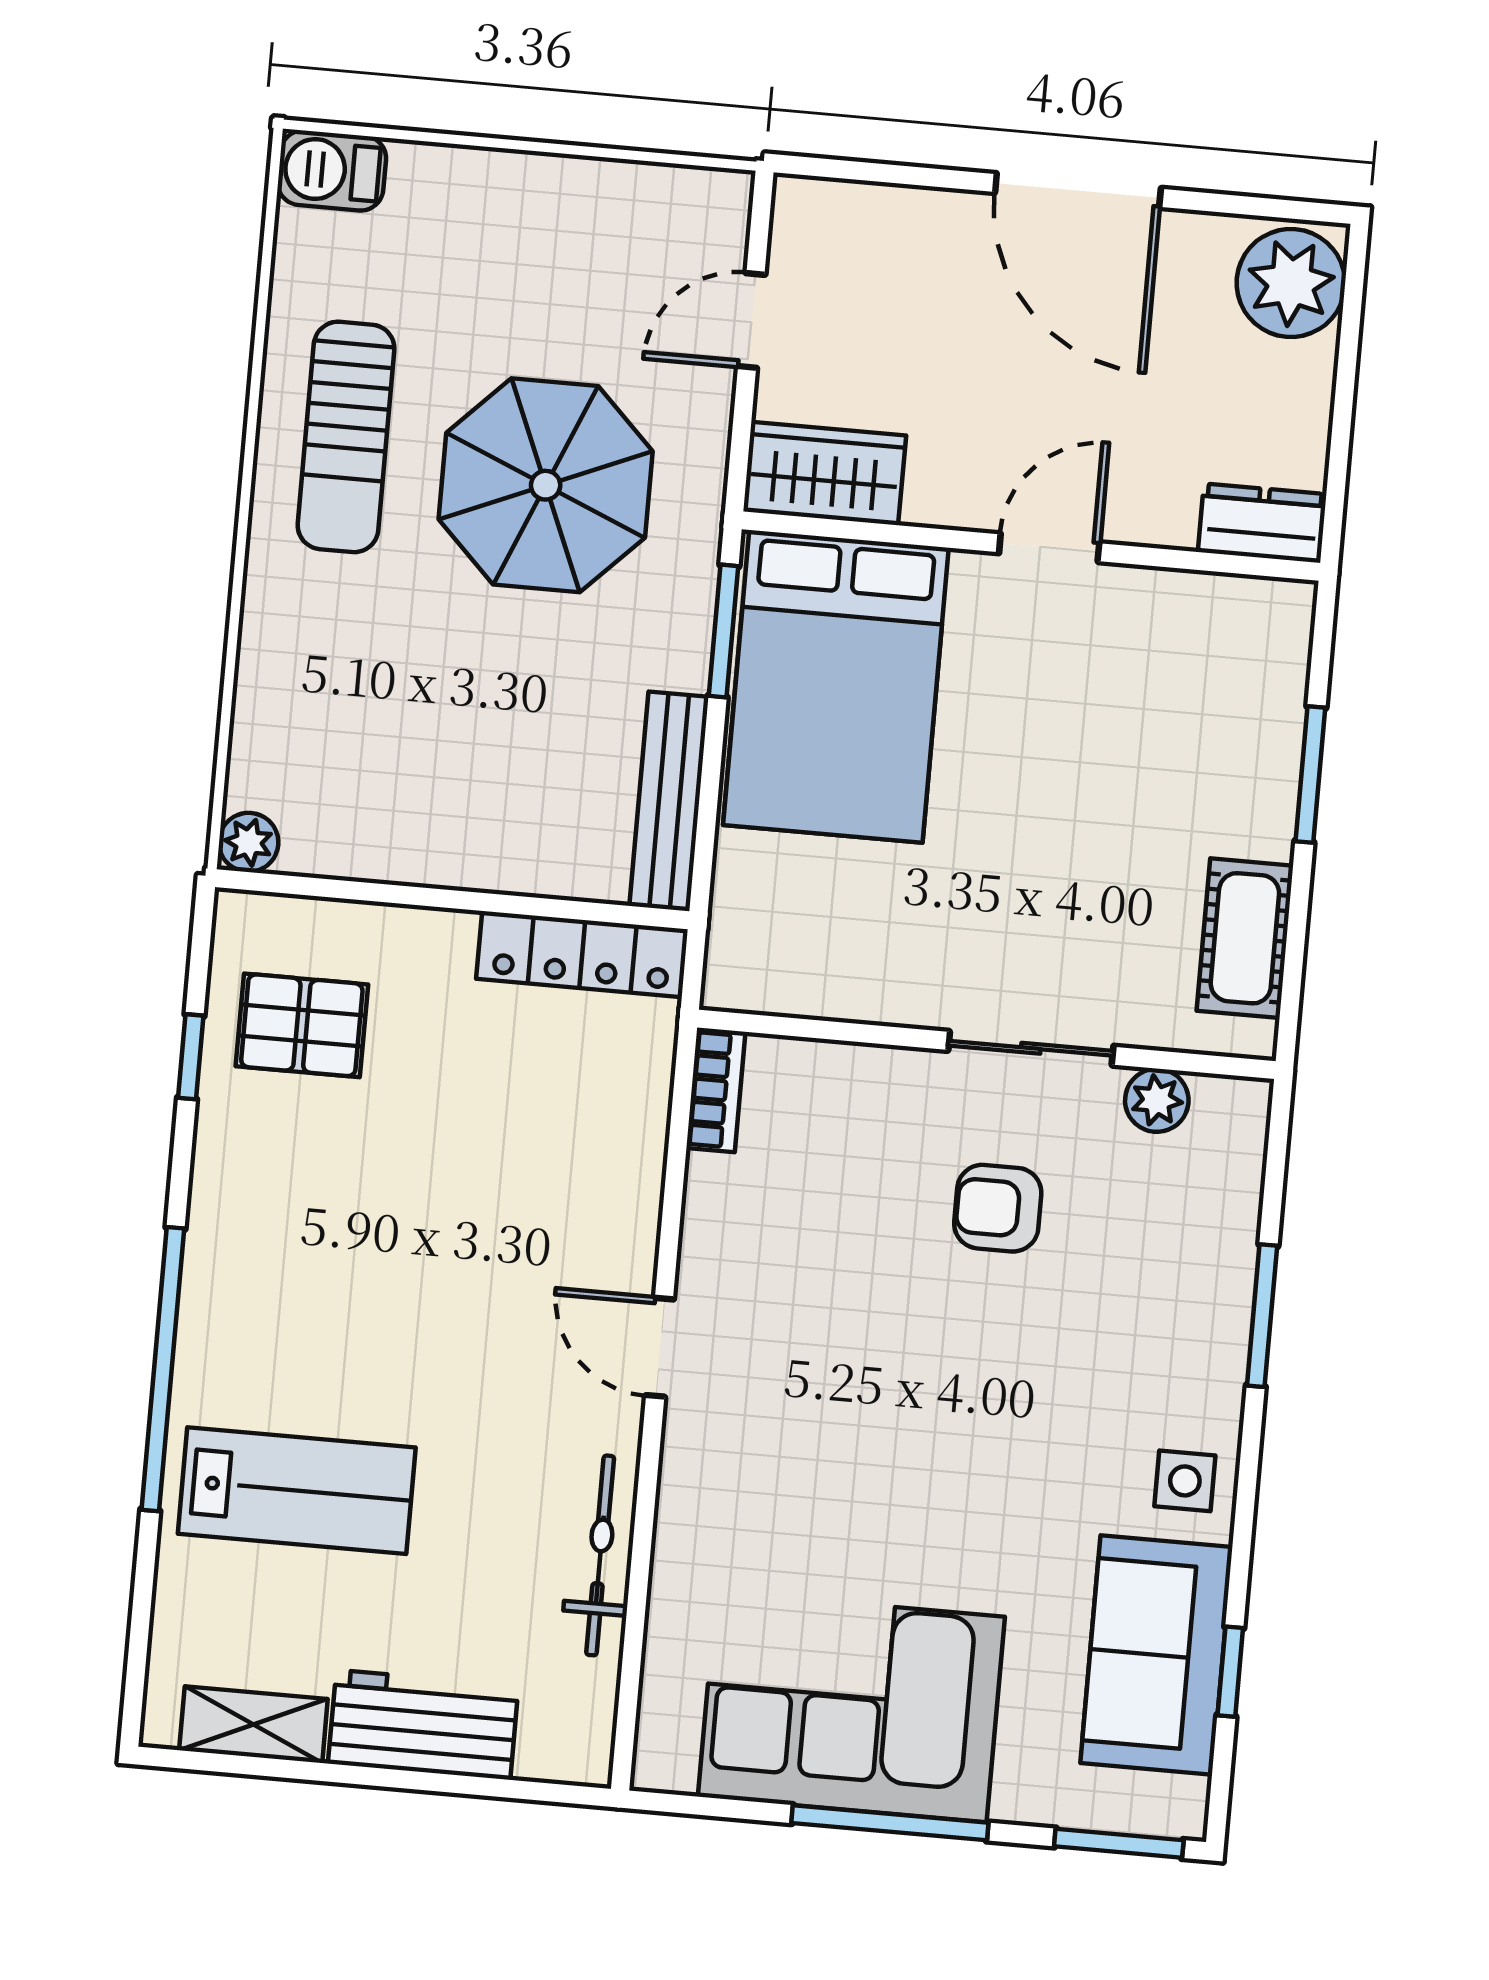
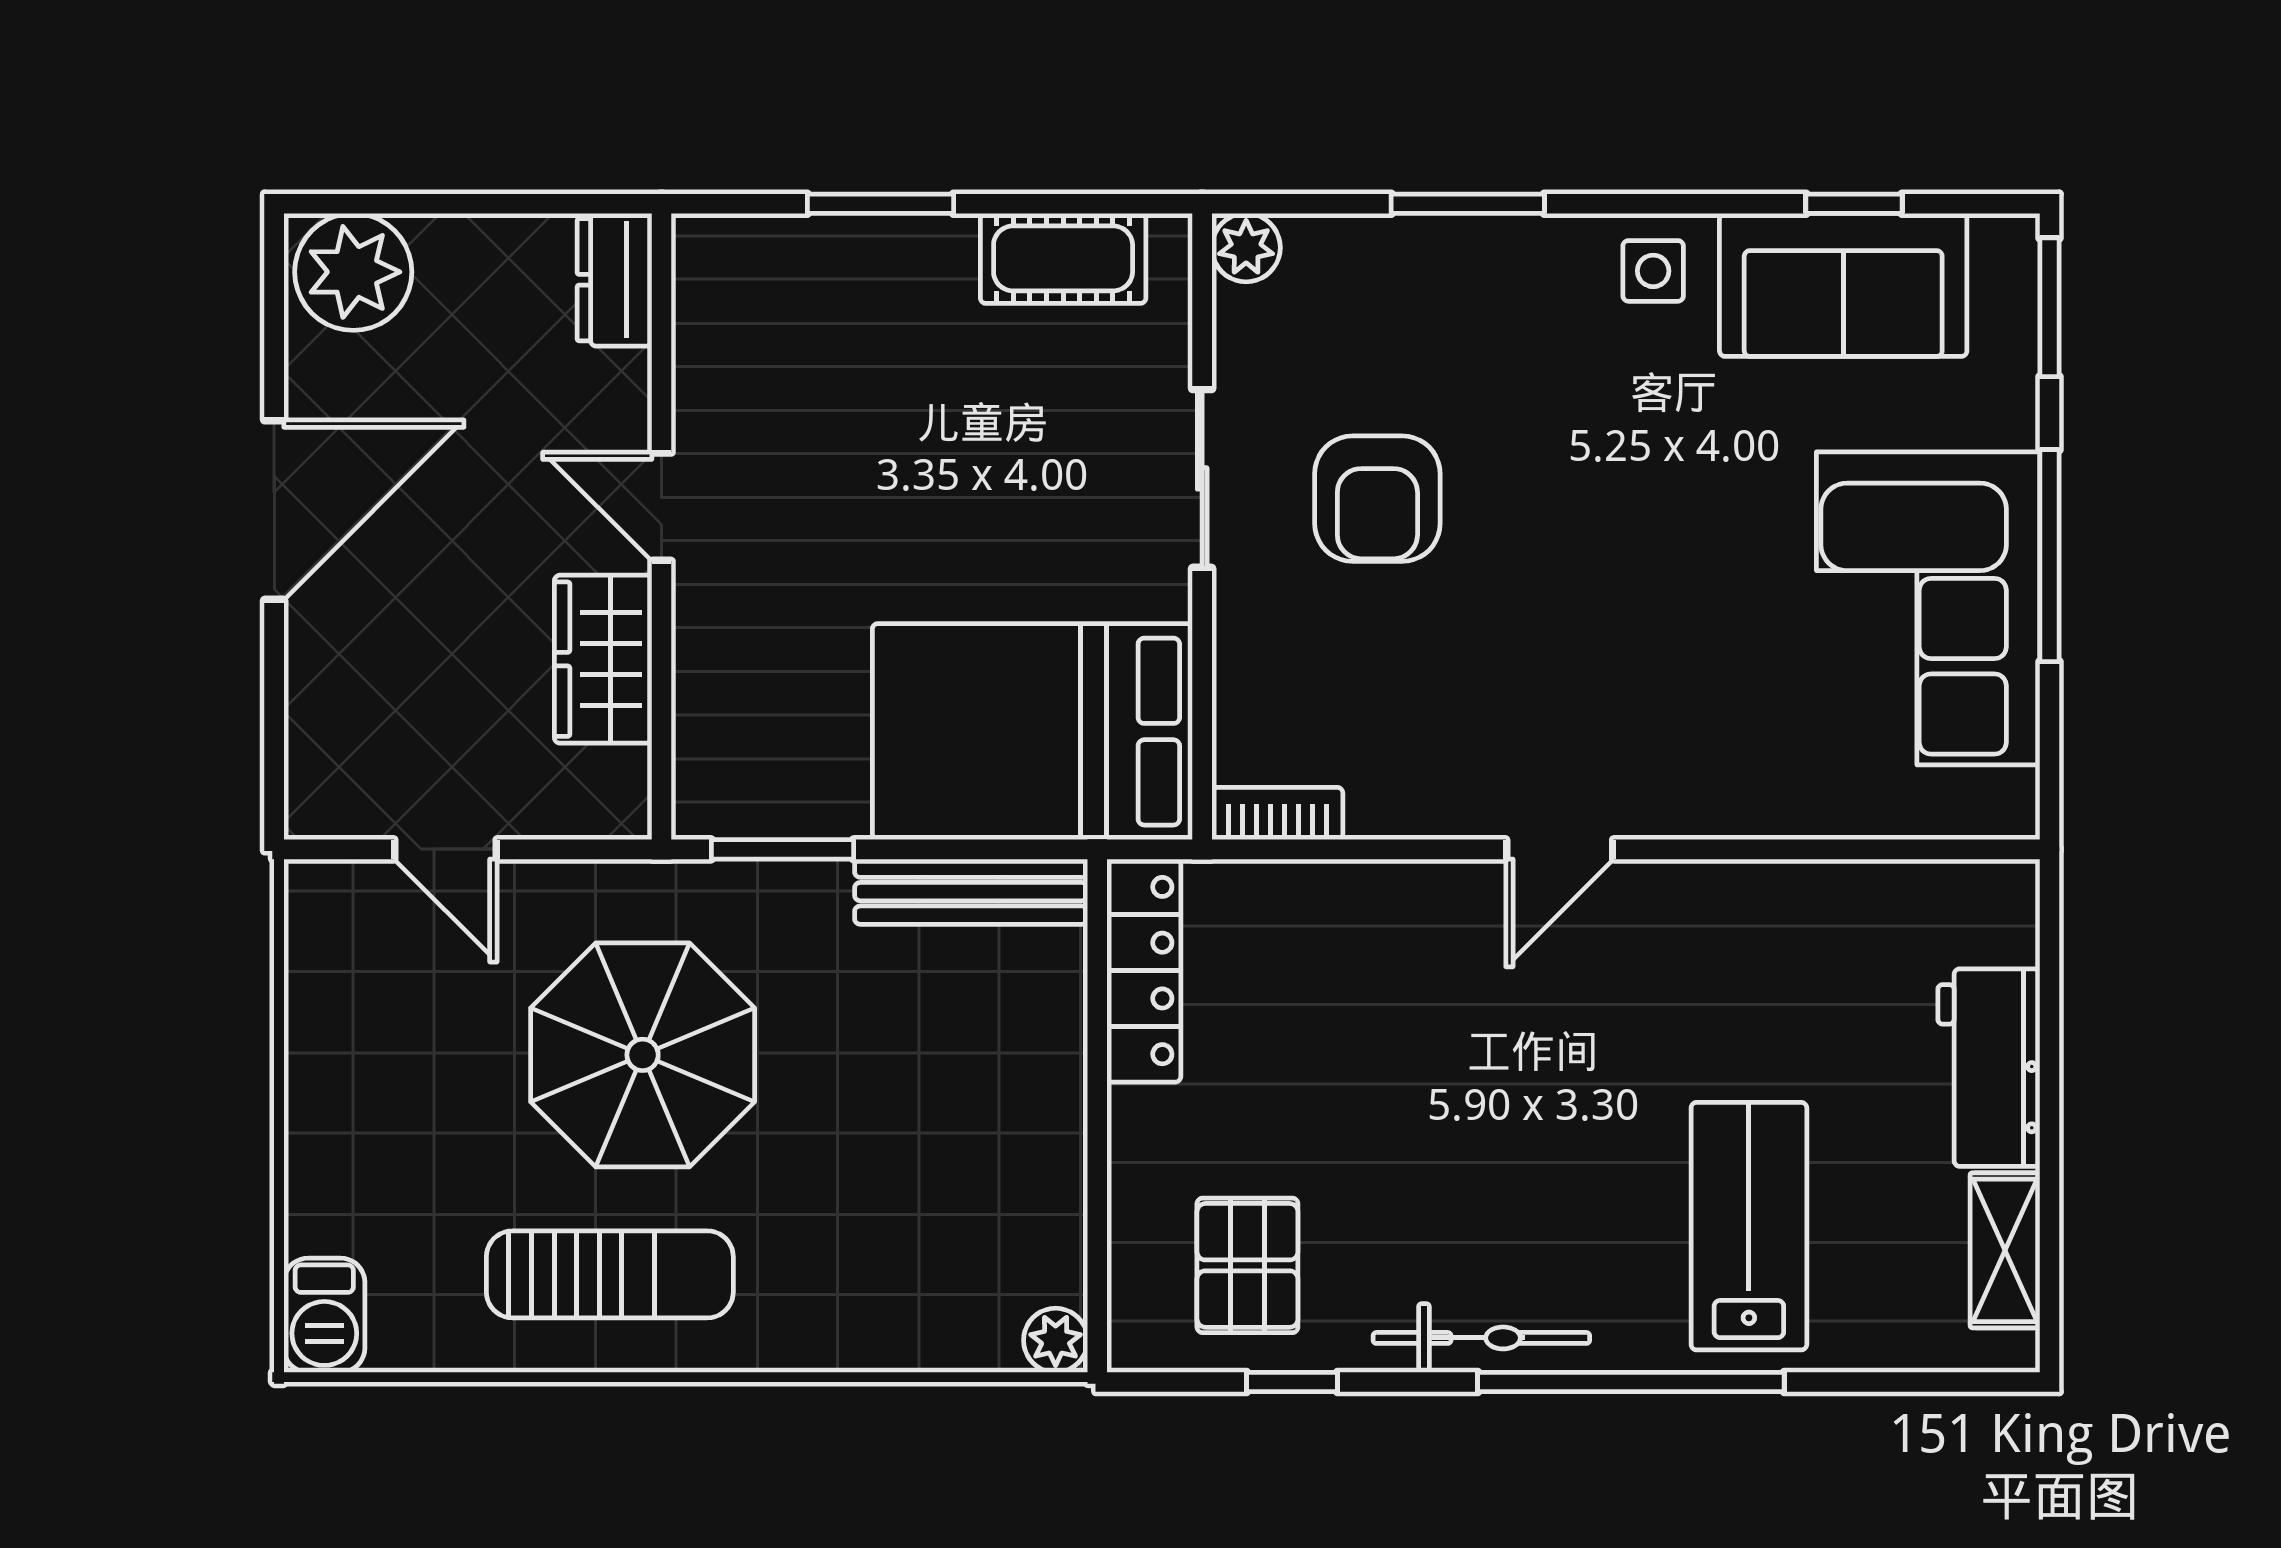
wardrobe: (825, 473) -> (603, 659), moved
bed: (836, 686) -> (1032, 732), moved, turned 180
plant: (1157, 1100) -> (1246, 248), moved
armchair: (998, 1208) -> (1377, 499), width x1.38, depth x1.38
bicycle: (600, 1555) -> (1481, 1338), moved, turned 180

